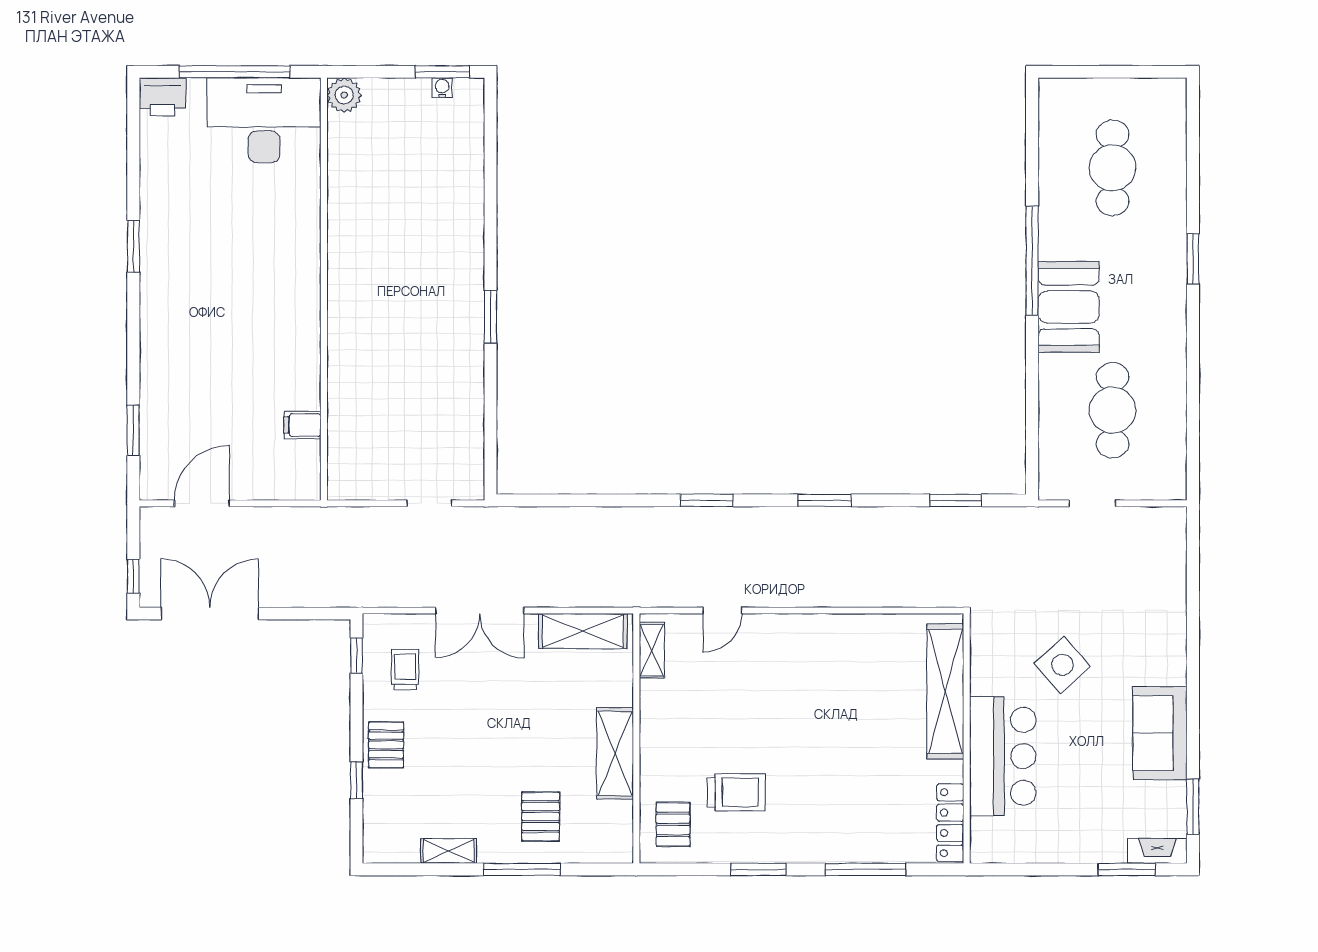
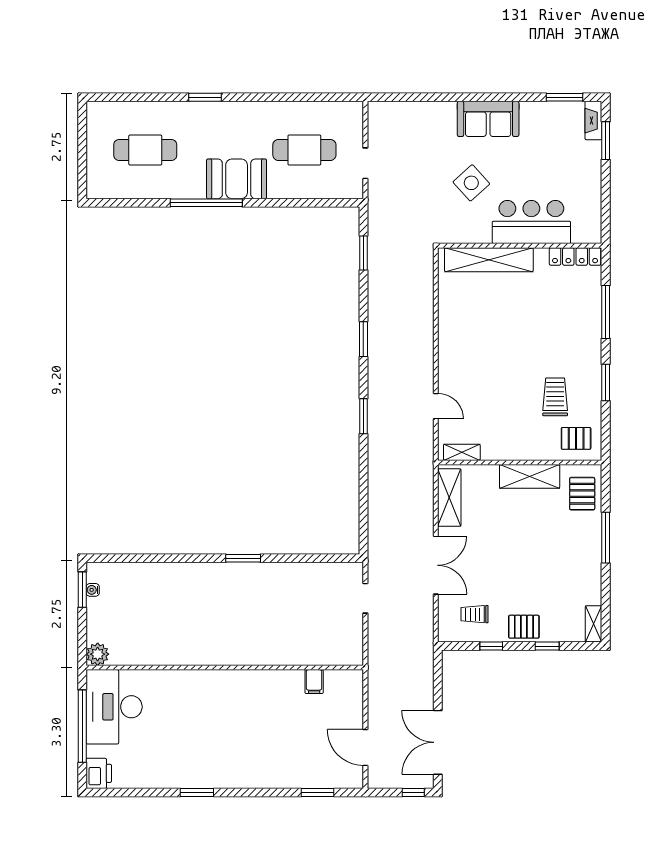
window: (357, 655) -> (491, 646), moved
sofa: (1160, 733) -> (488, 119), moved
pallet: (541, 817) -> (582, 494), moved, turned 90
shelving: (449, 851) -> (594, 624), moved

